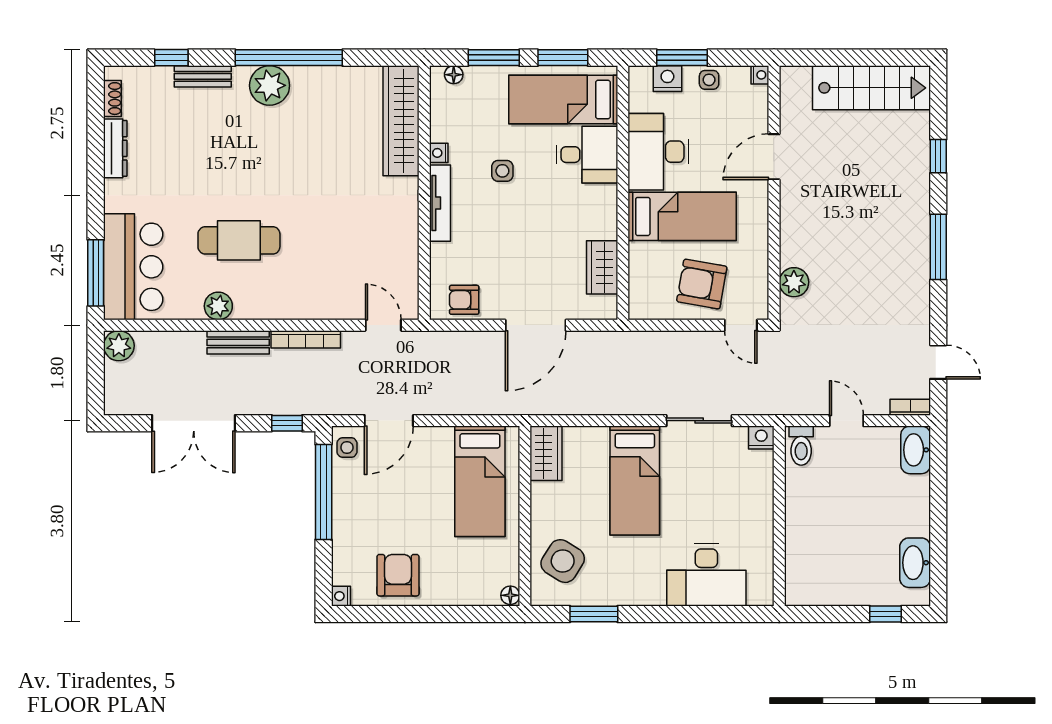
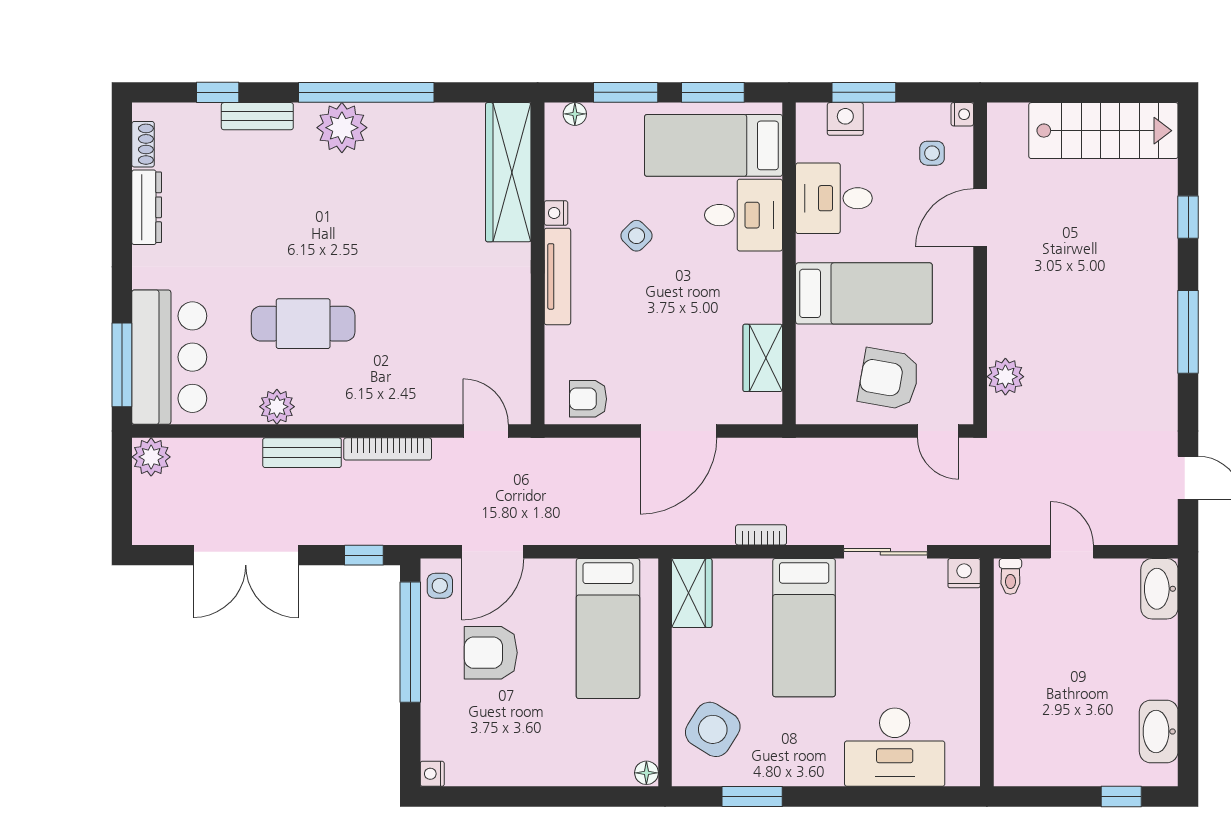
side table: (709, 80) -> (932, 153), moved
desk: (658, 152) -> (834, 198), width x0.73
side table: (502, 171) -> (636, 236), turned 45
bookcase: (910, 407) -> (761, 535), moved
toilet: (801, 446) -> (1010, 576), width x0.73, depth x0.72
armchair: (398, 575) -> (491, 653), moved, turned -90

